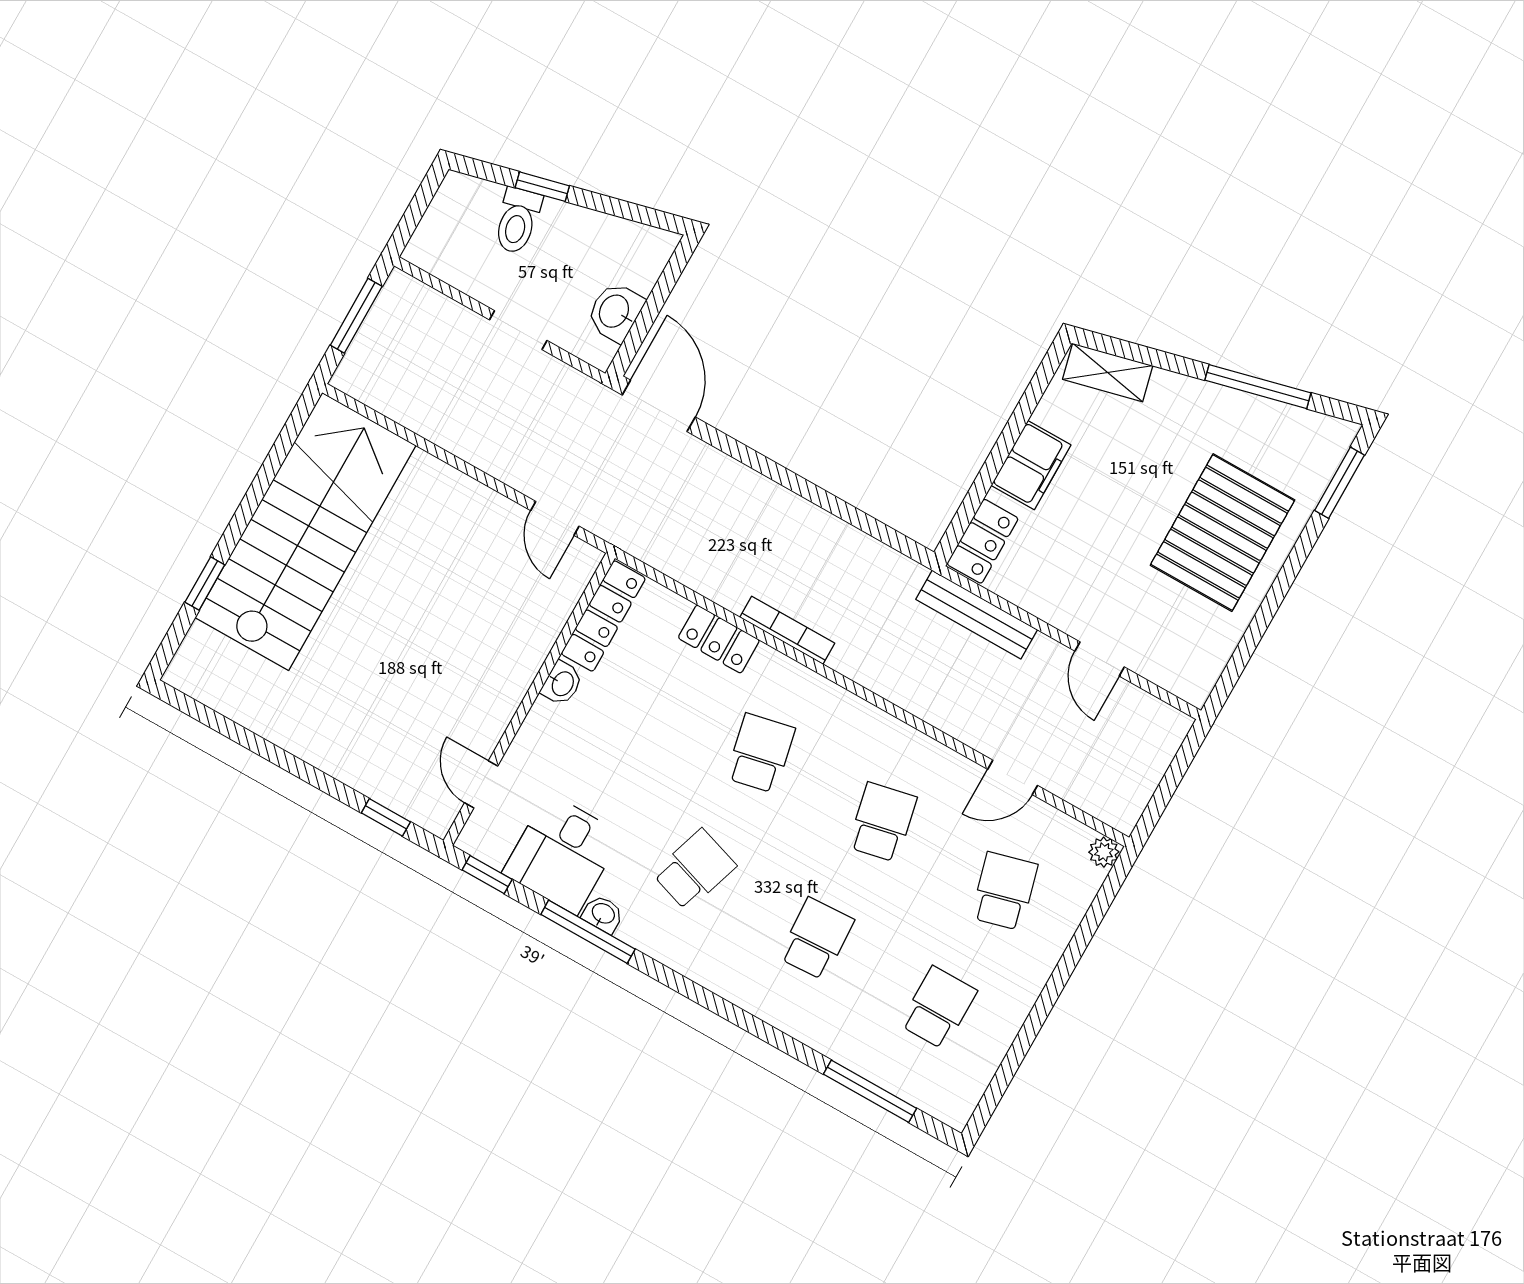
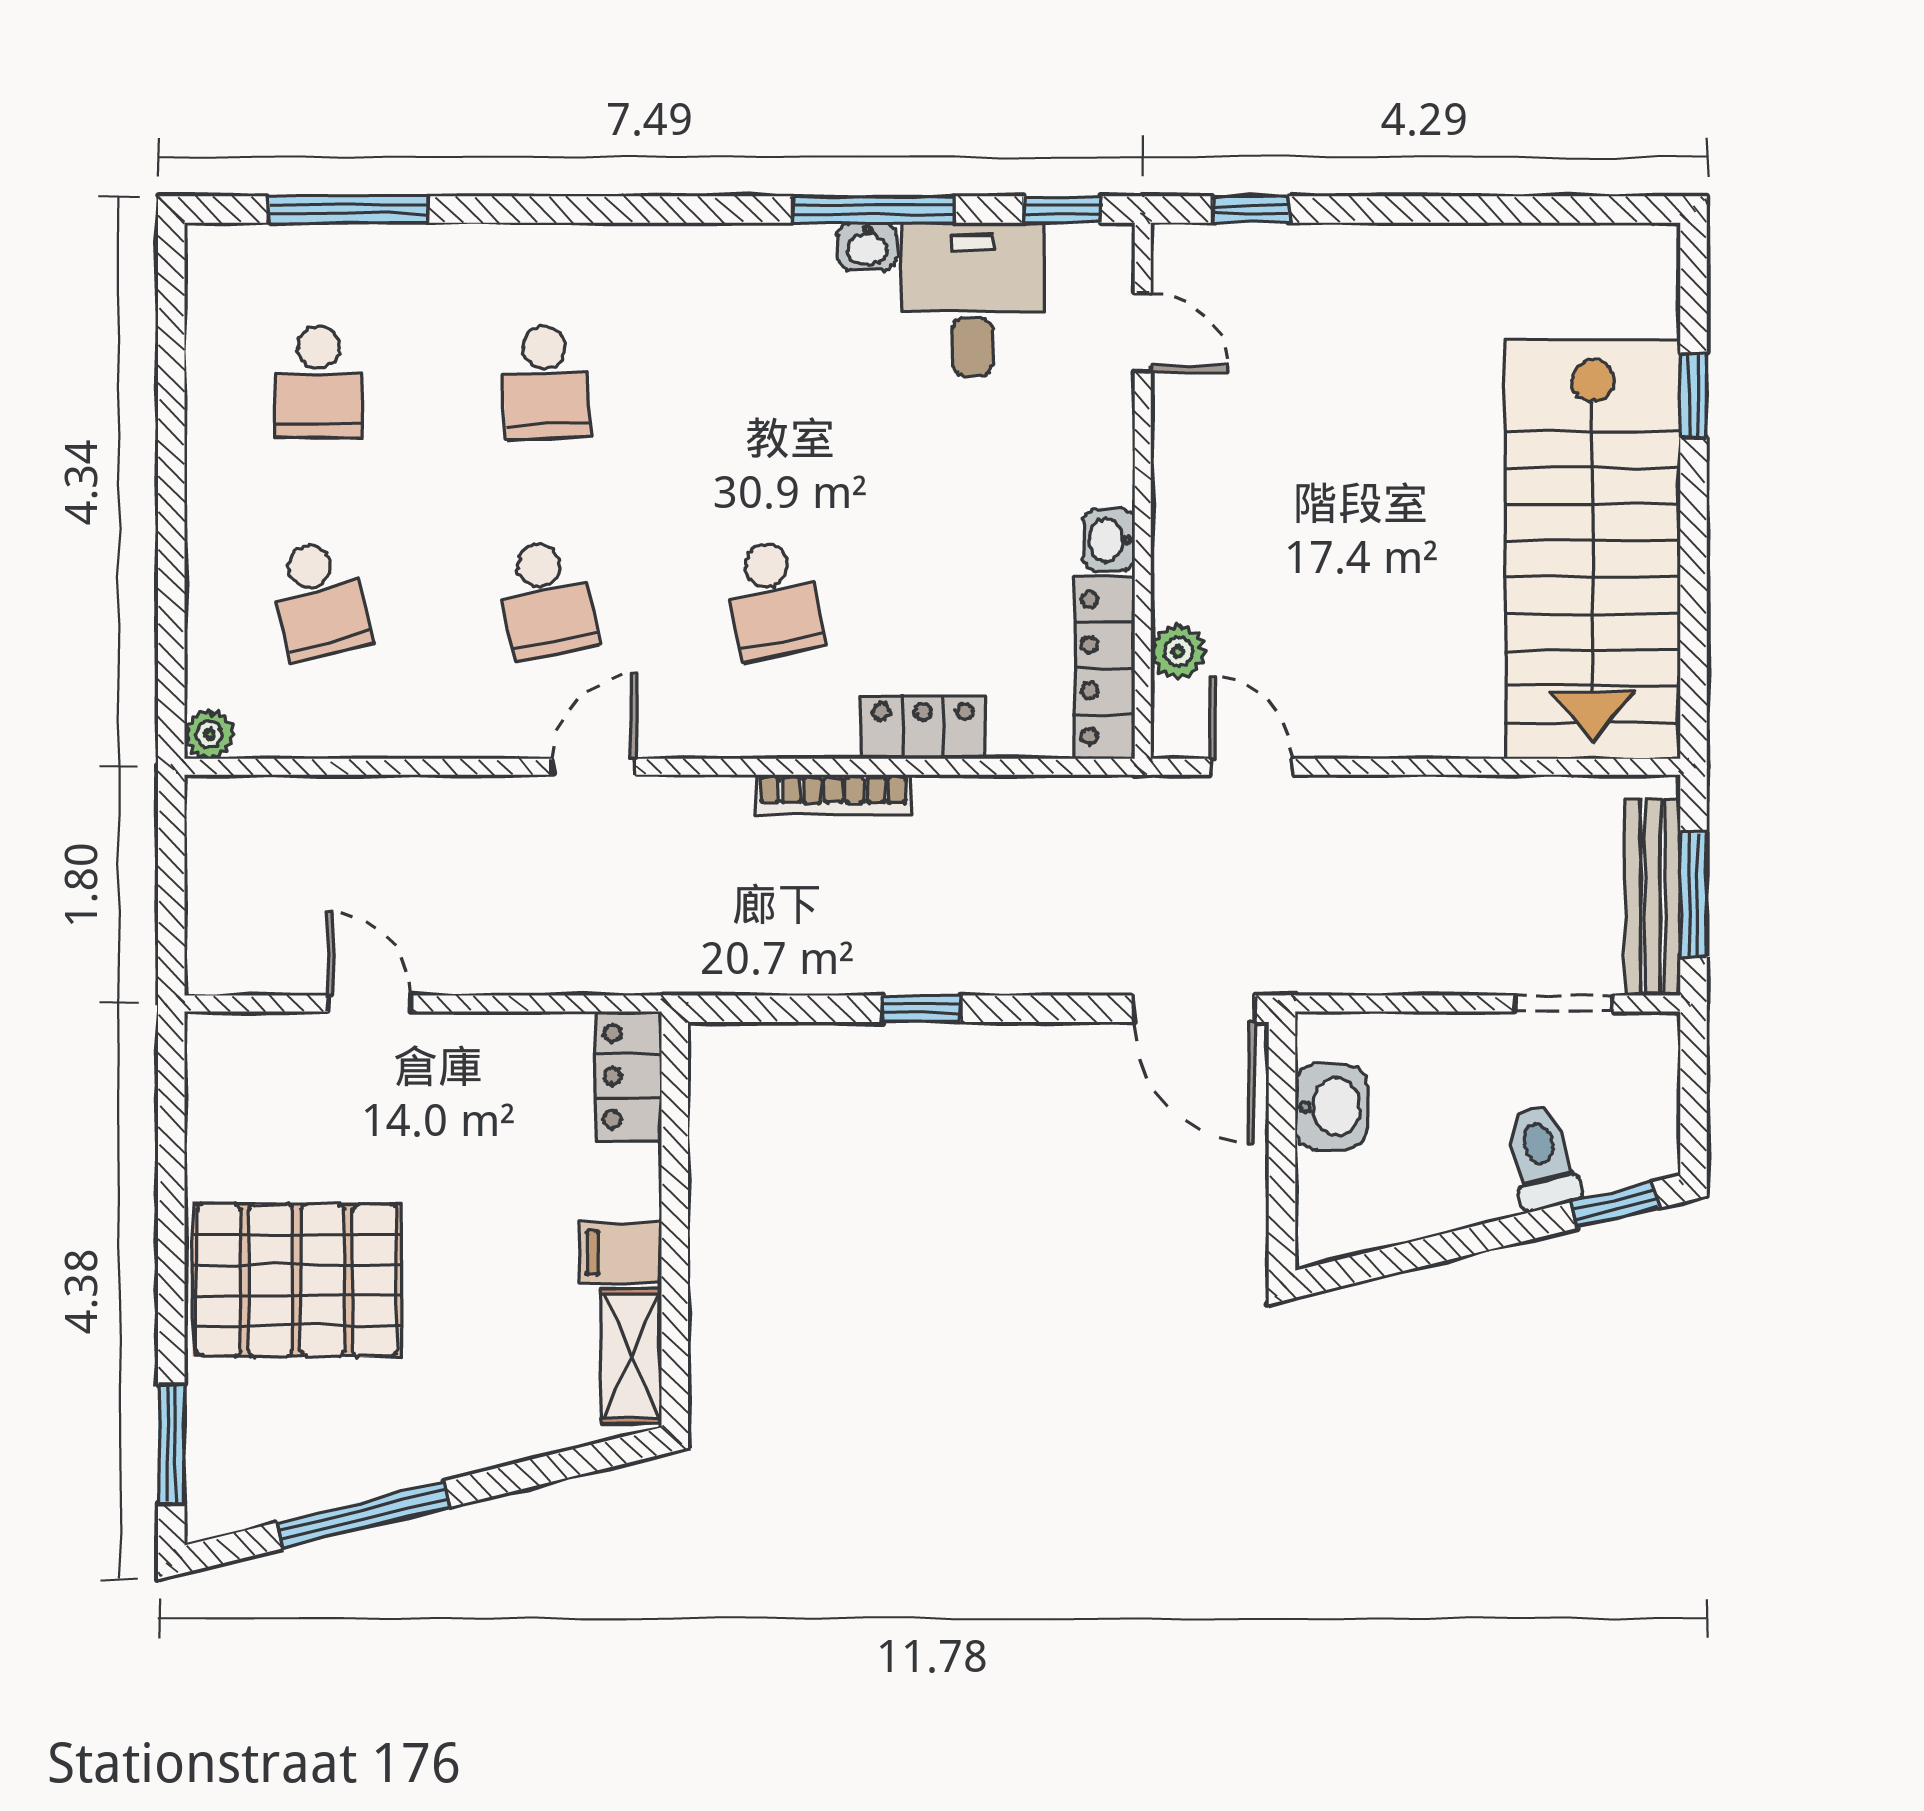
window: (542, 187) -> (1615, 1205), moved
doorway: (518, 330) -> (1564, 1003), moved
shelving: (1108, 373) -> (631, 1356), moved, turned -76
filing cabinet: (1031, 465) -> (621, 1253), width x0.50
window: (805, 489) -> (922, 1009), added
pallet: (1223, 533) -> (297, 1280), turned 90
plant: (559, 602) -> (1178, 652), added
bench: (977, 615) -> (1653, 897), moved, turned 90
door: (1013, 777) -> (594, 767), moved
school desk: (694, 870) -> (773, 382), removed

